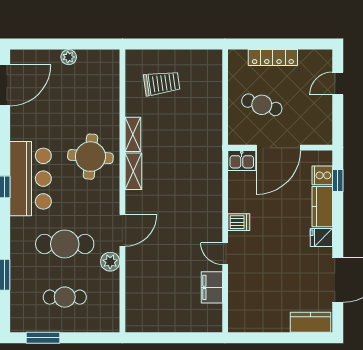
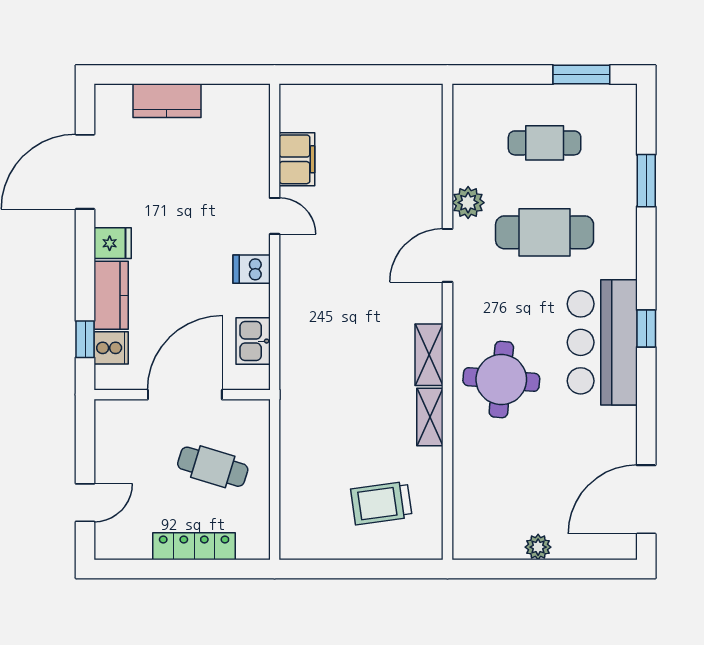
kitchen sink: (242, 160) -> (253, 341), moved, turned -90
kitchen counter: (310, 322) -> (167, 101), moved

